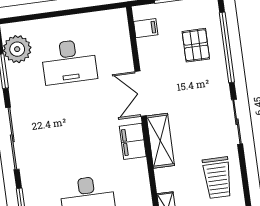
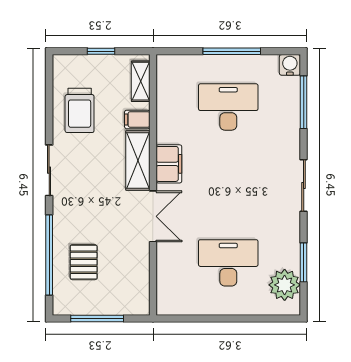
filing cabinet: (146, 28) -> (137, 119), moved
sliding door: (12, 138) -> (304, 185), width x0.73
trolley: (217, 178) -> (80, 110), turned 180

